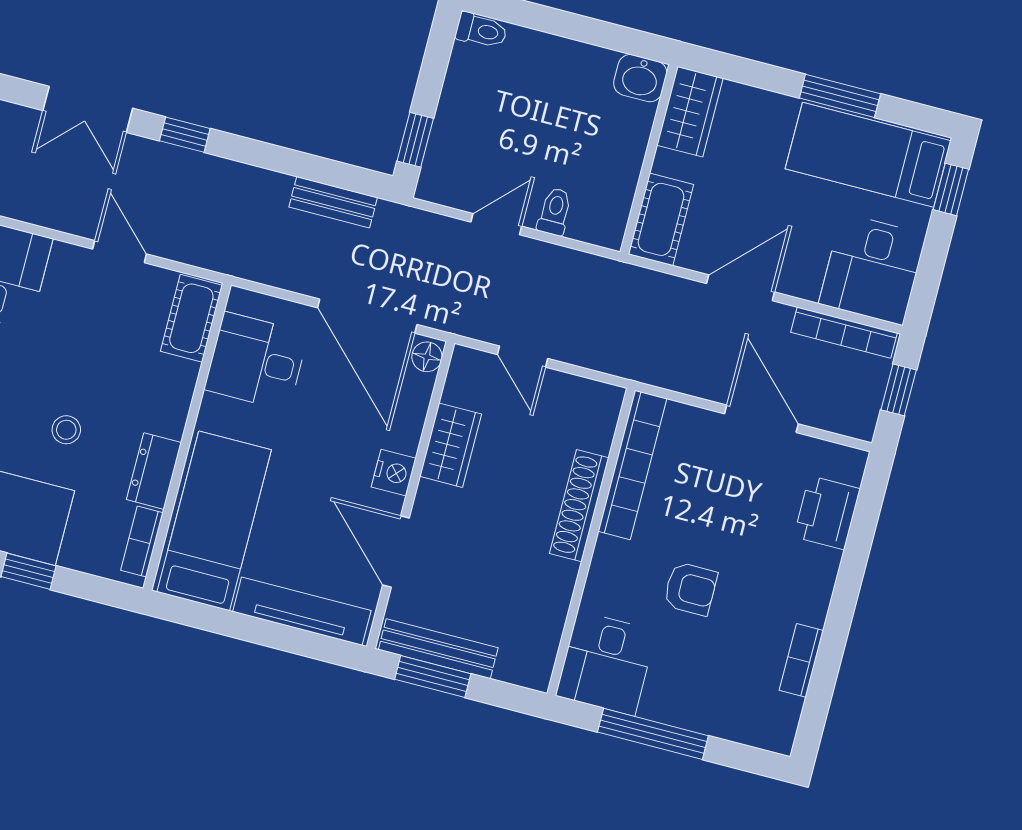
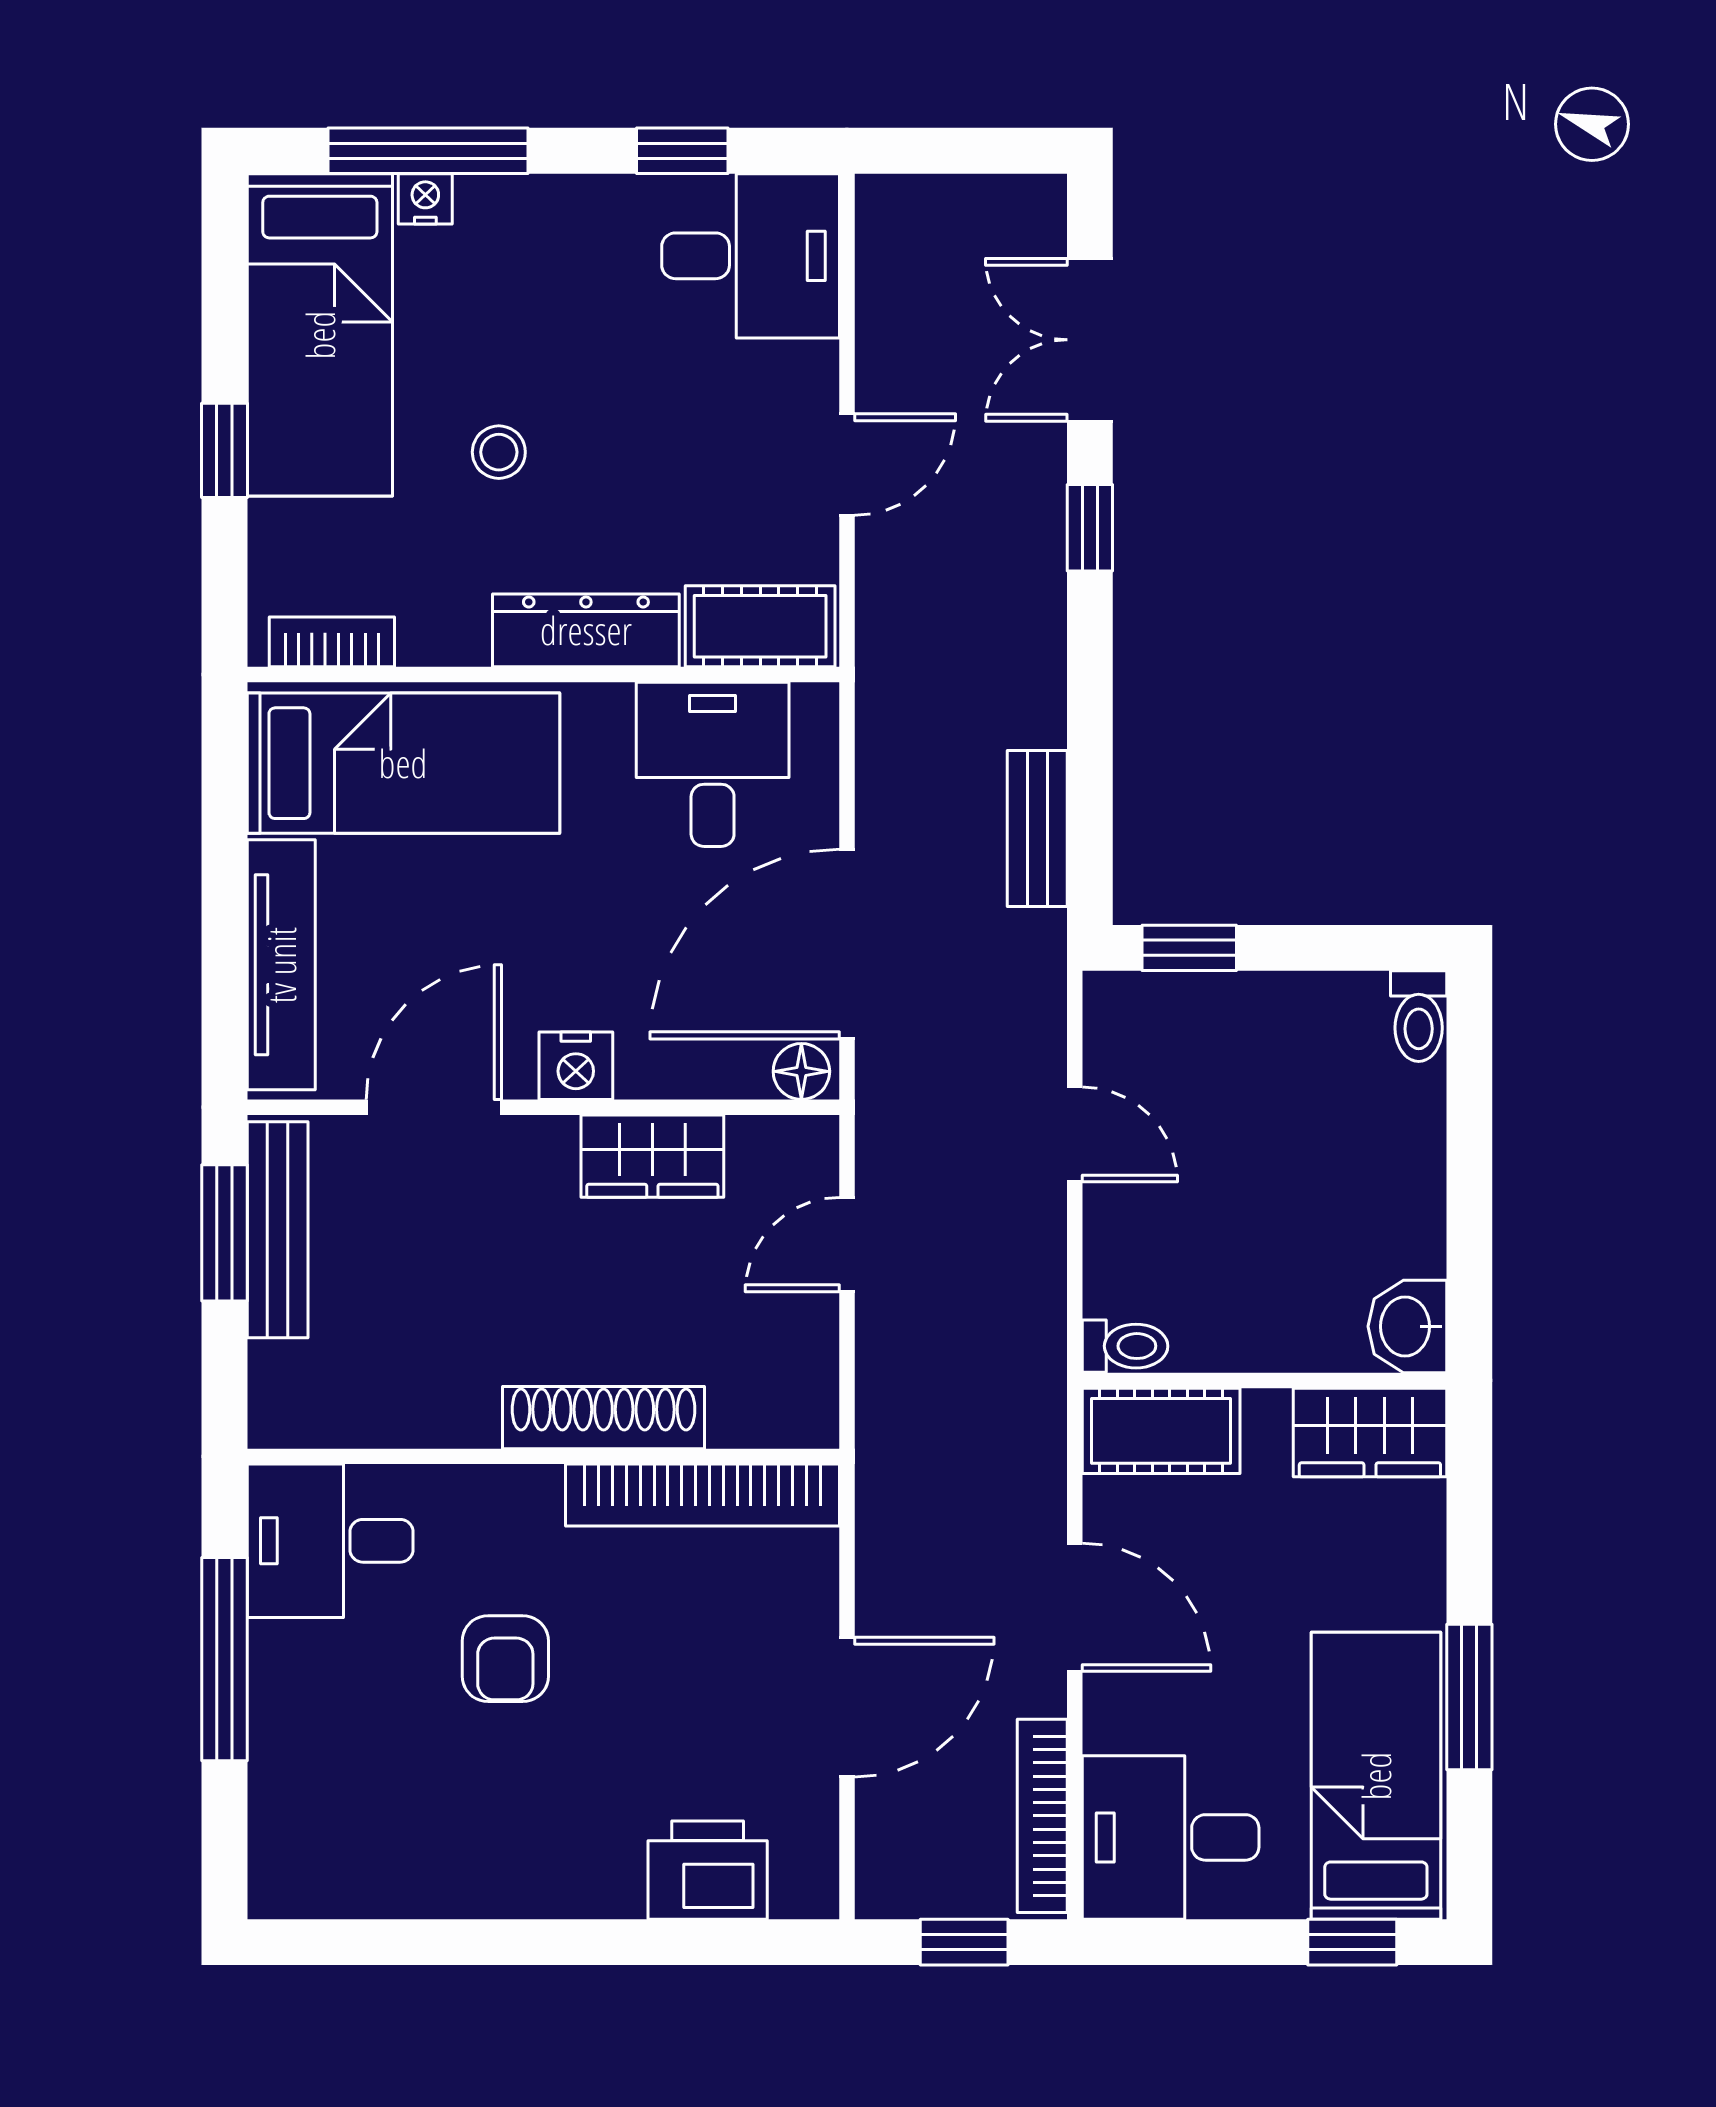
toilet: (555, 212) -> (1125, 1346), moved
dresser: (154, 471) -> (586, 630), moved, width x1.44
bookcase: (801, 660) -> (428, 1893), removed

